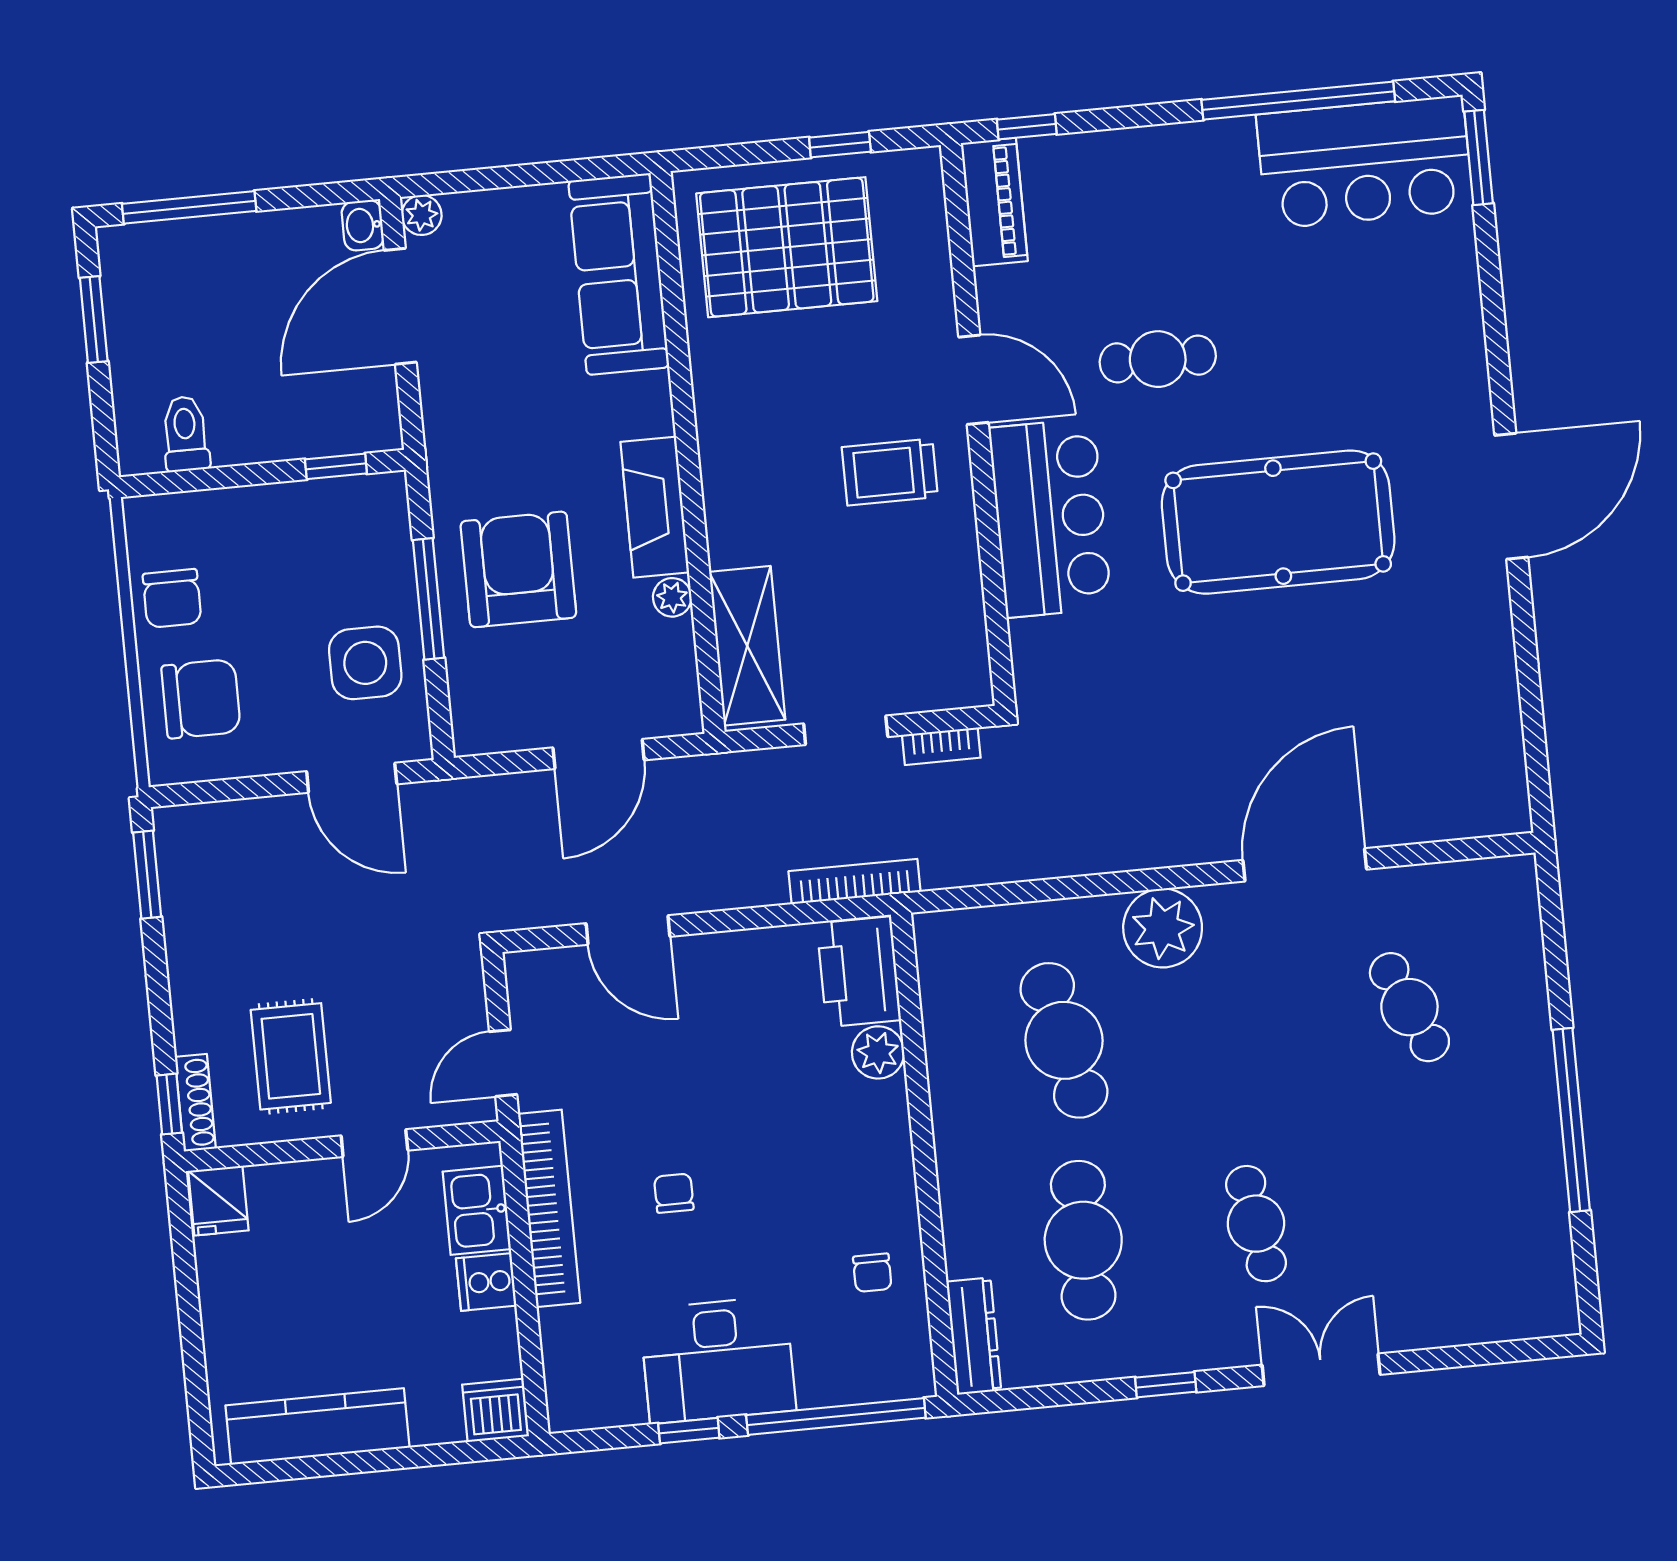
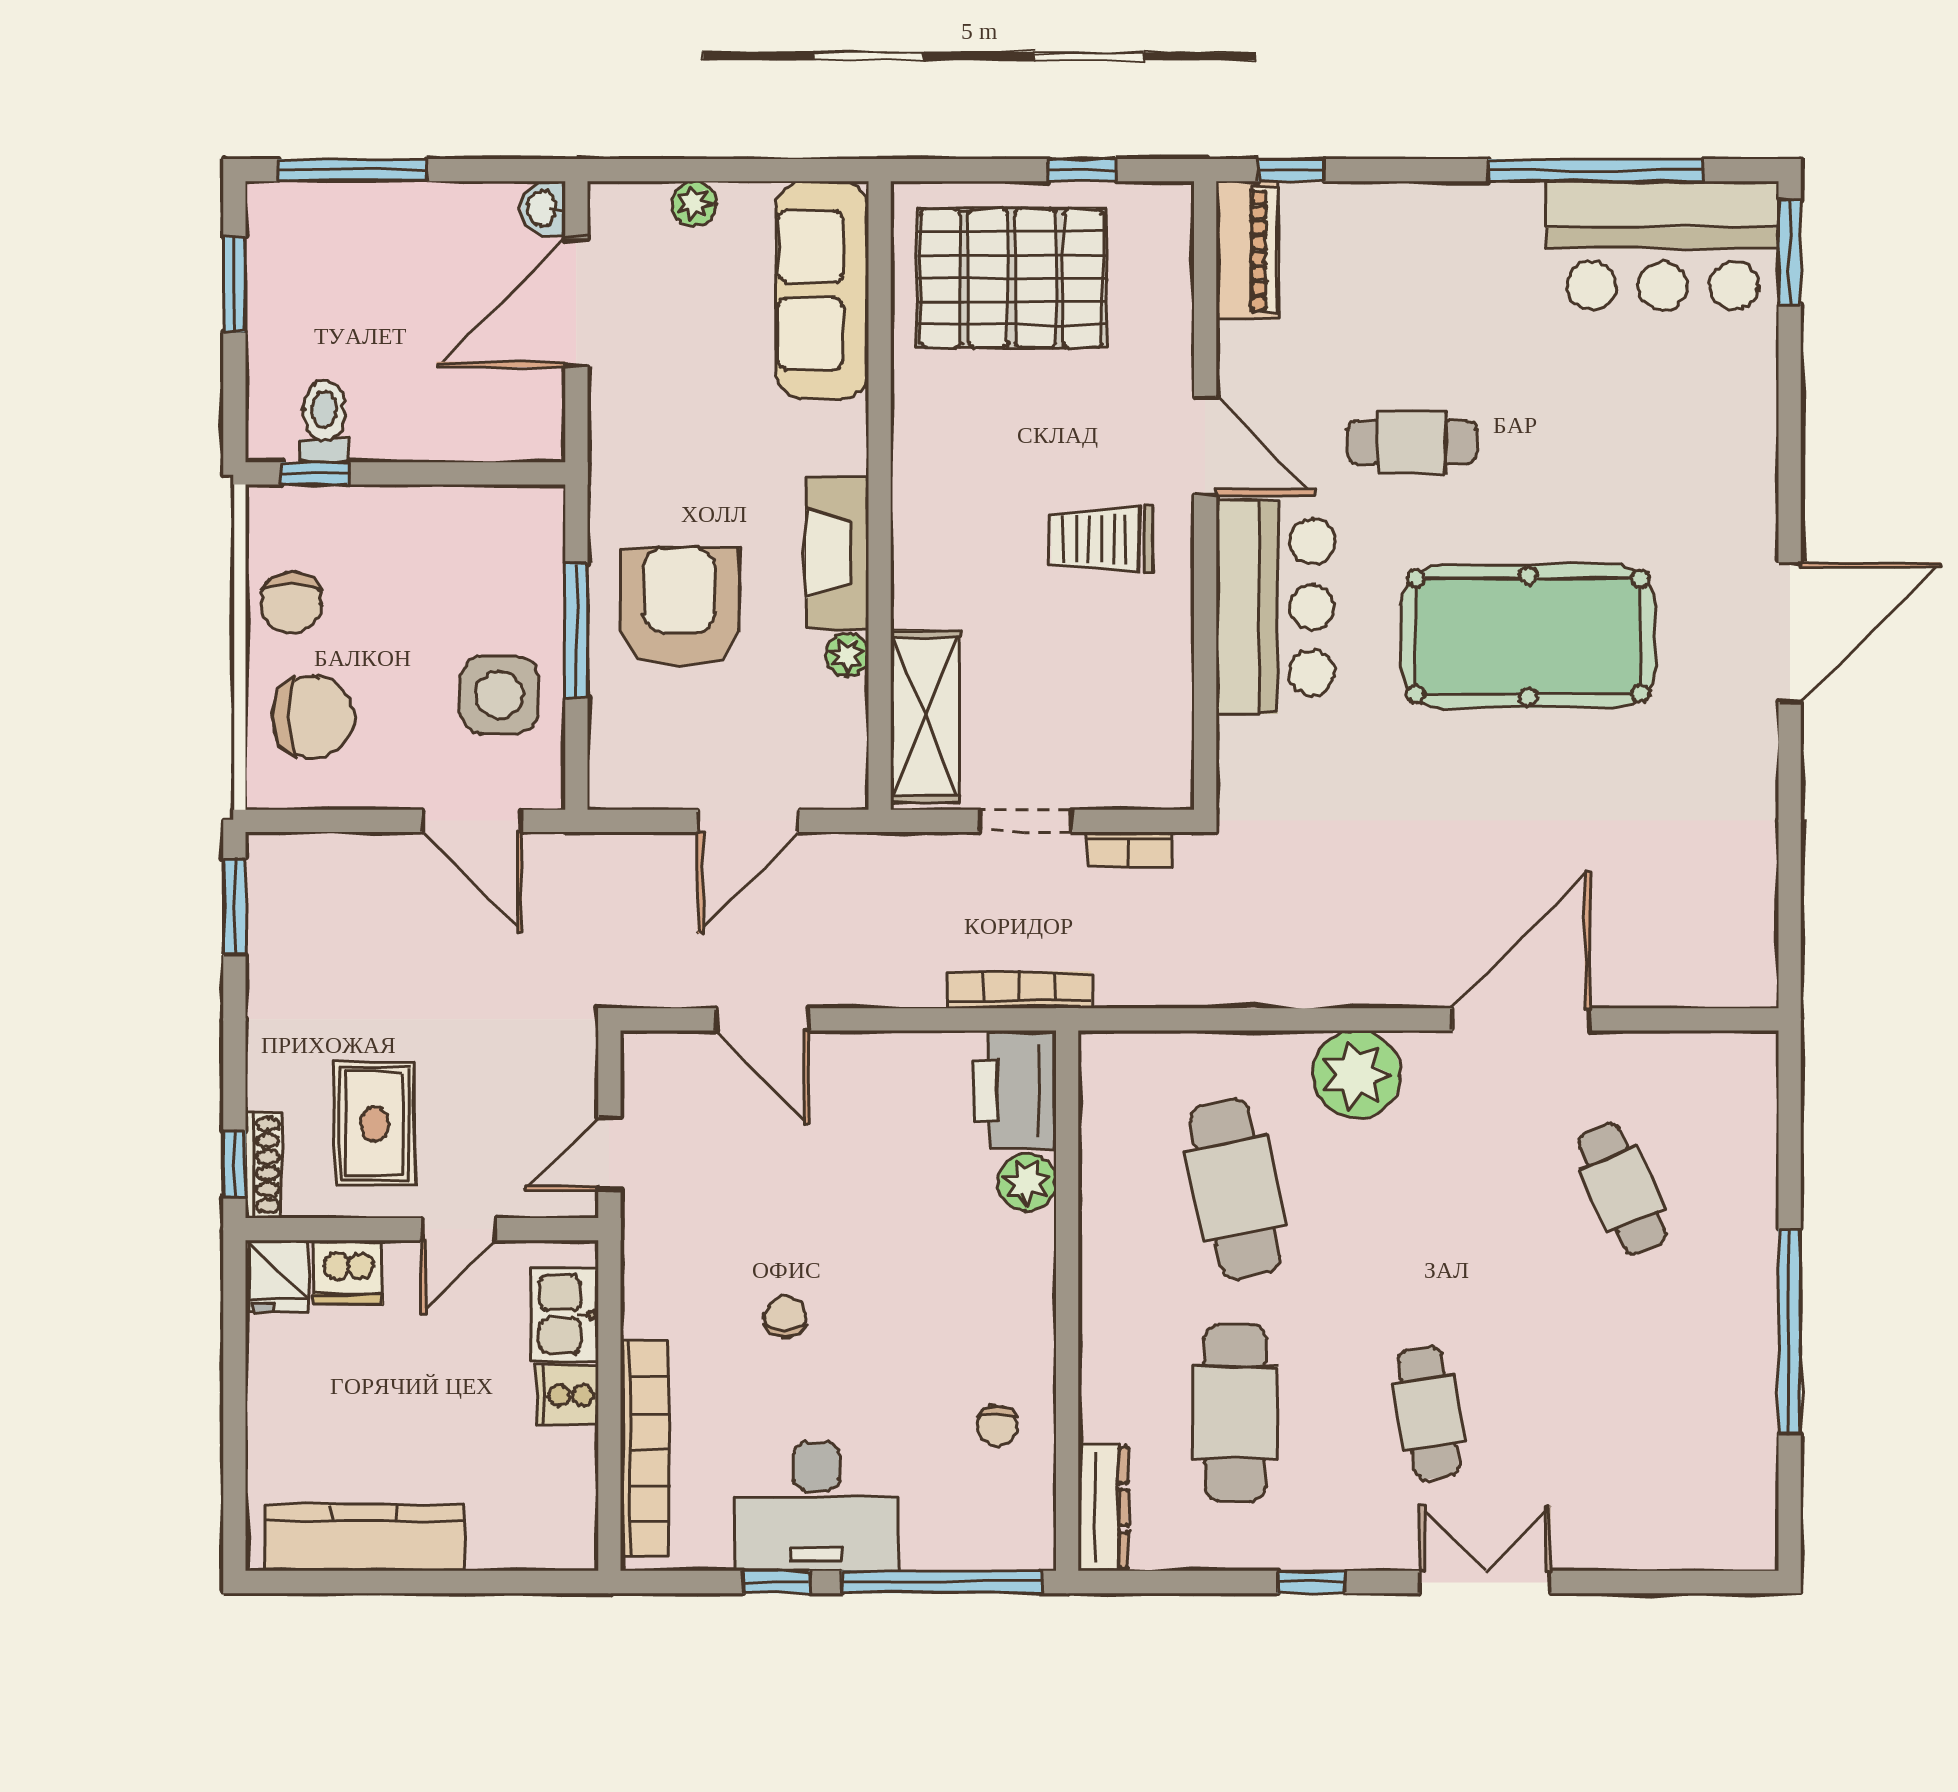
plant: (422, 215) -> (694, 203), moved
window: (336, 466) -> (315, 473), moved
bookcase: (549, 1208) -> (645, 1449), moved
dishwasher: (496, 1410) -> (348, 1272), moved, turned 180

